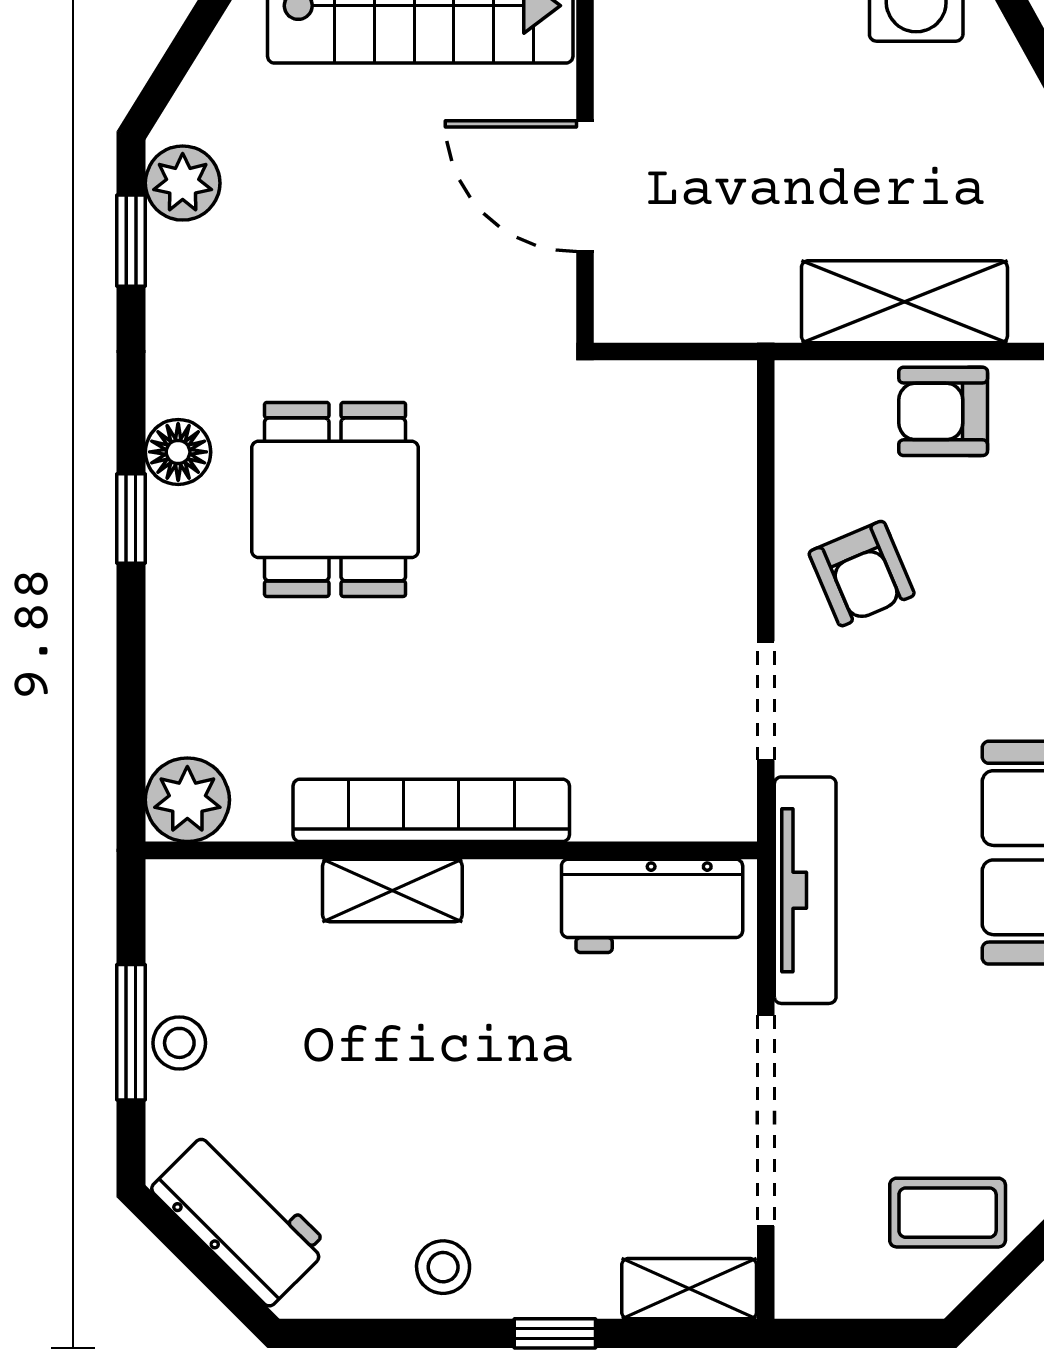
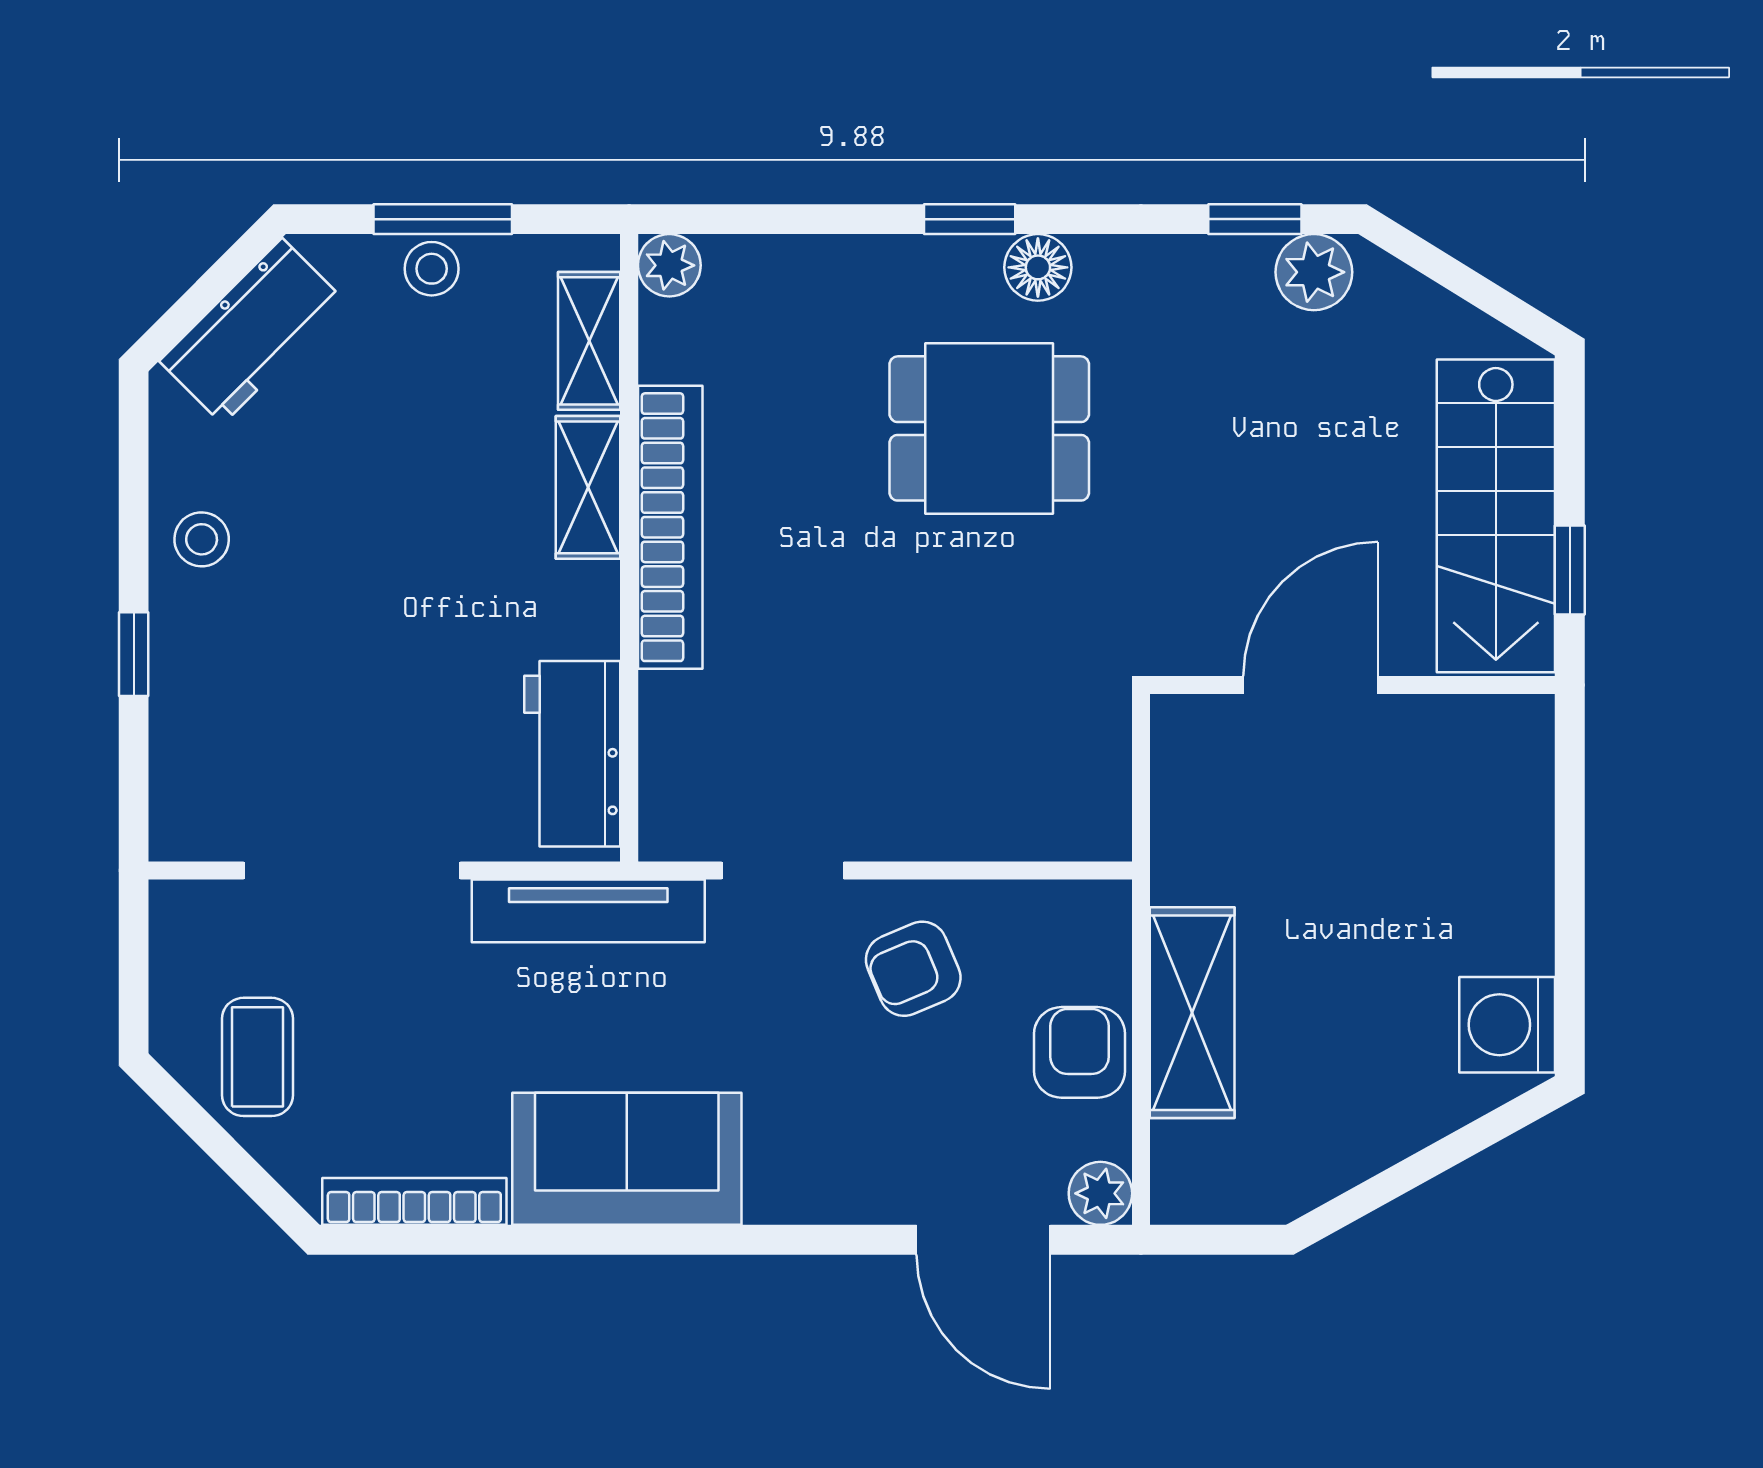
plant: (187, 800) -> (669, 265), width x0.73, depth x0.73
shelving: (689, 1289) -> (589, 341), moved

